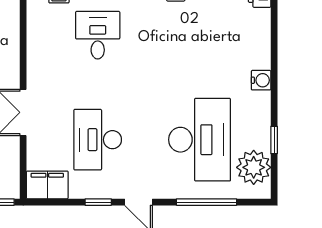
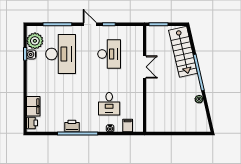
water cooler: (261, 80) -> (31, 54), moved
desk: (200, 140) -> (61, 54), turned 180
filing cabinet: (47, 185) -> (33, 106), moved, turned -90

